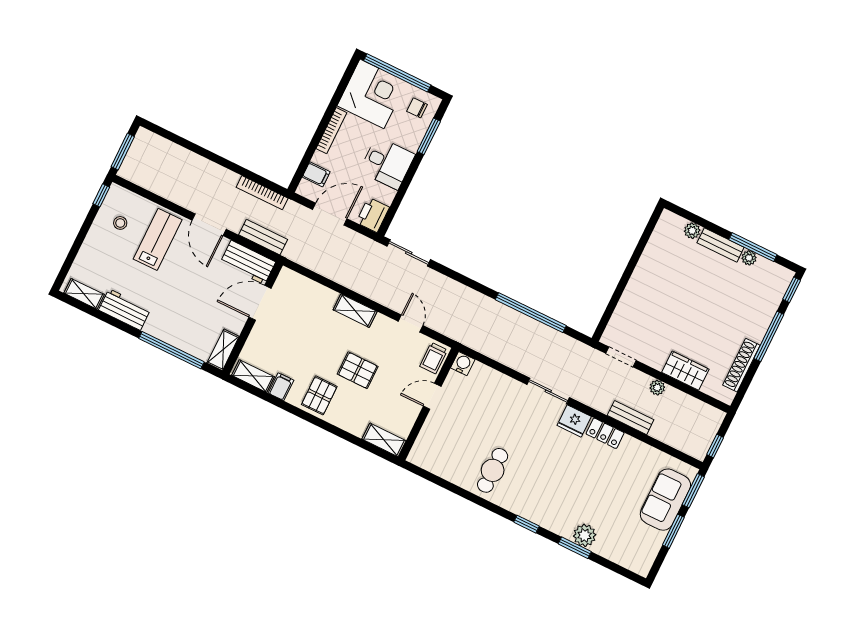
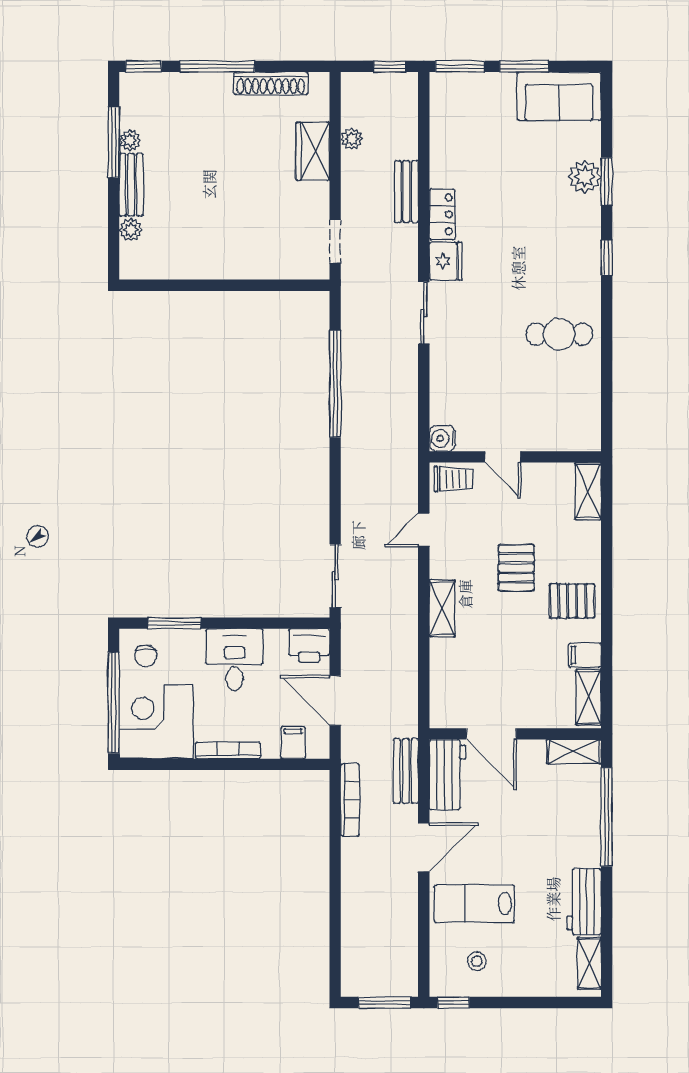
plant: (657, 388) -> (352, 139), moved
sofa: (665, 500) -> (559, 96), moved

